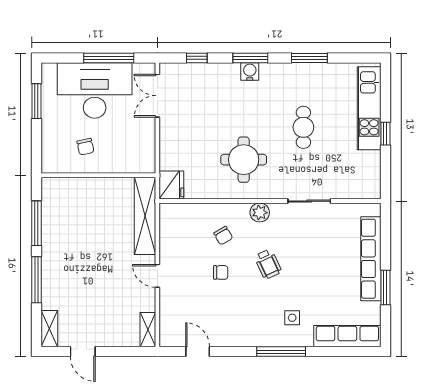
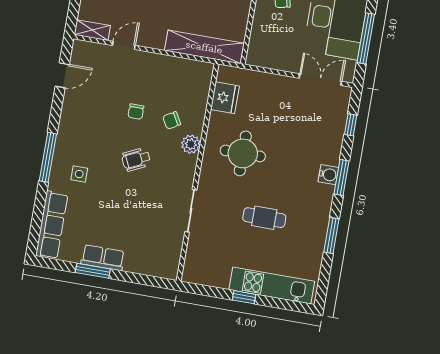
fridge: (171, 185) -> (225, 98), moved, turned -90
plant: (260, 213) -> (191, 144), moved
row of seats: (371, 259) -> (103, 258), width x0.50
door: (157, 276) -> (124, 45), moved

